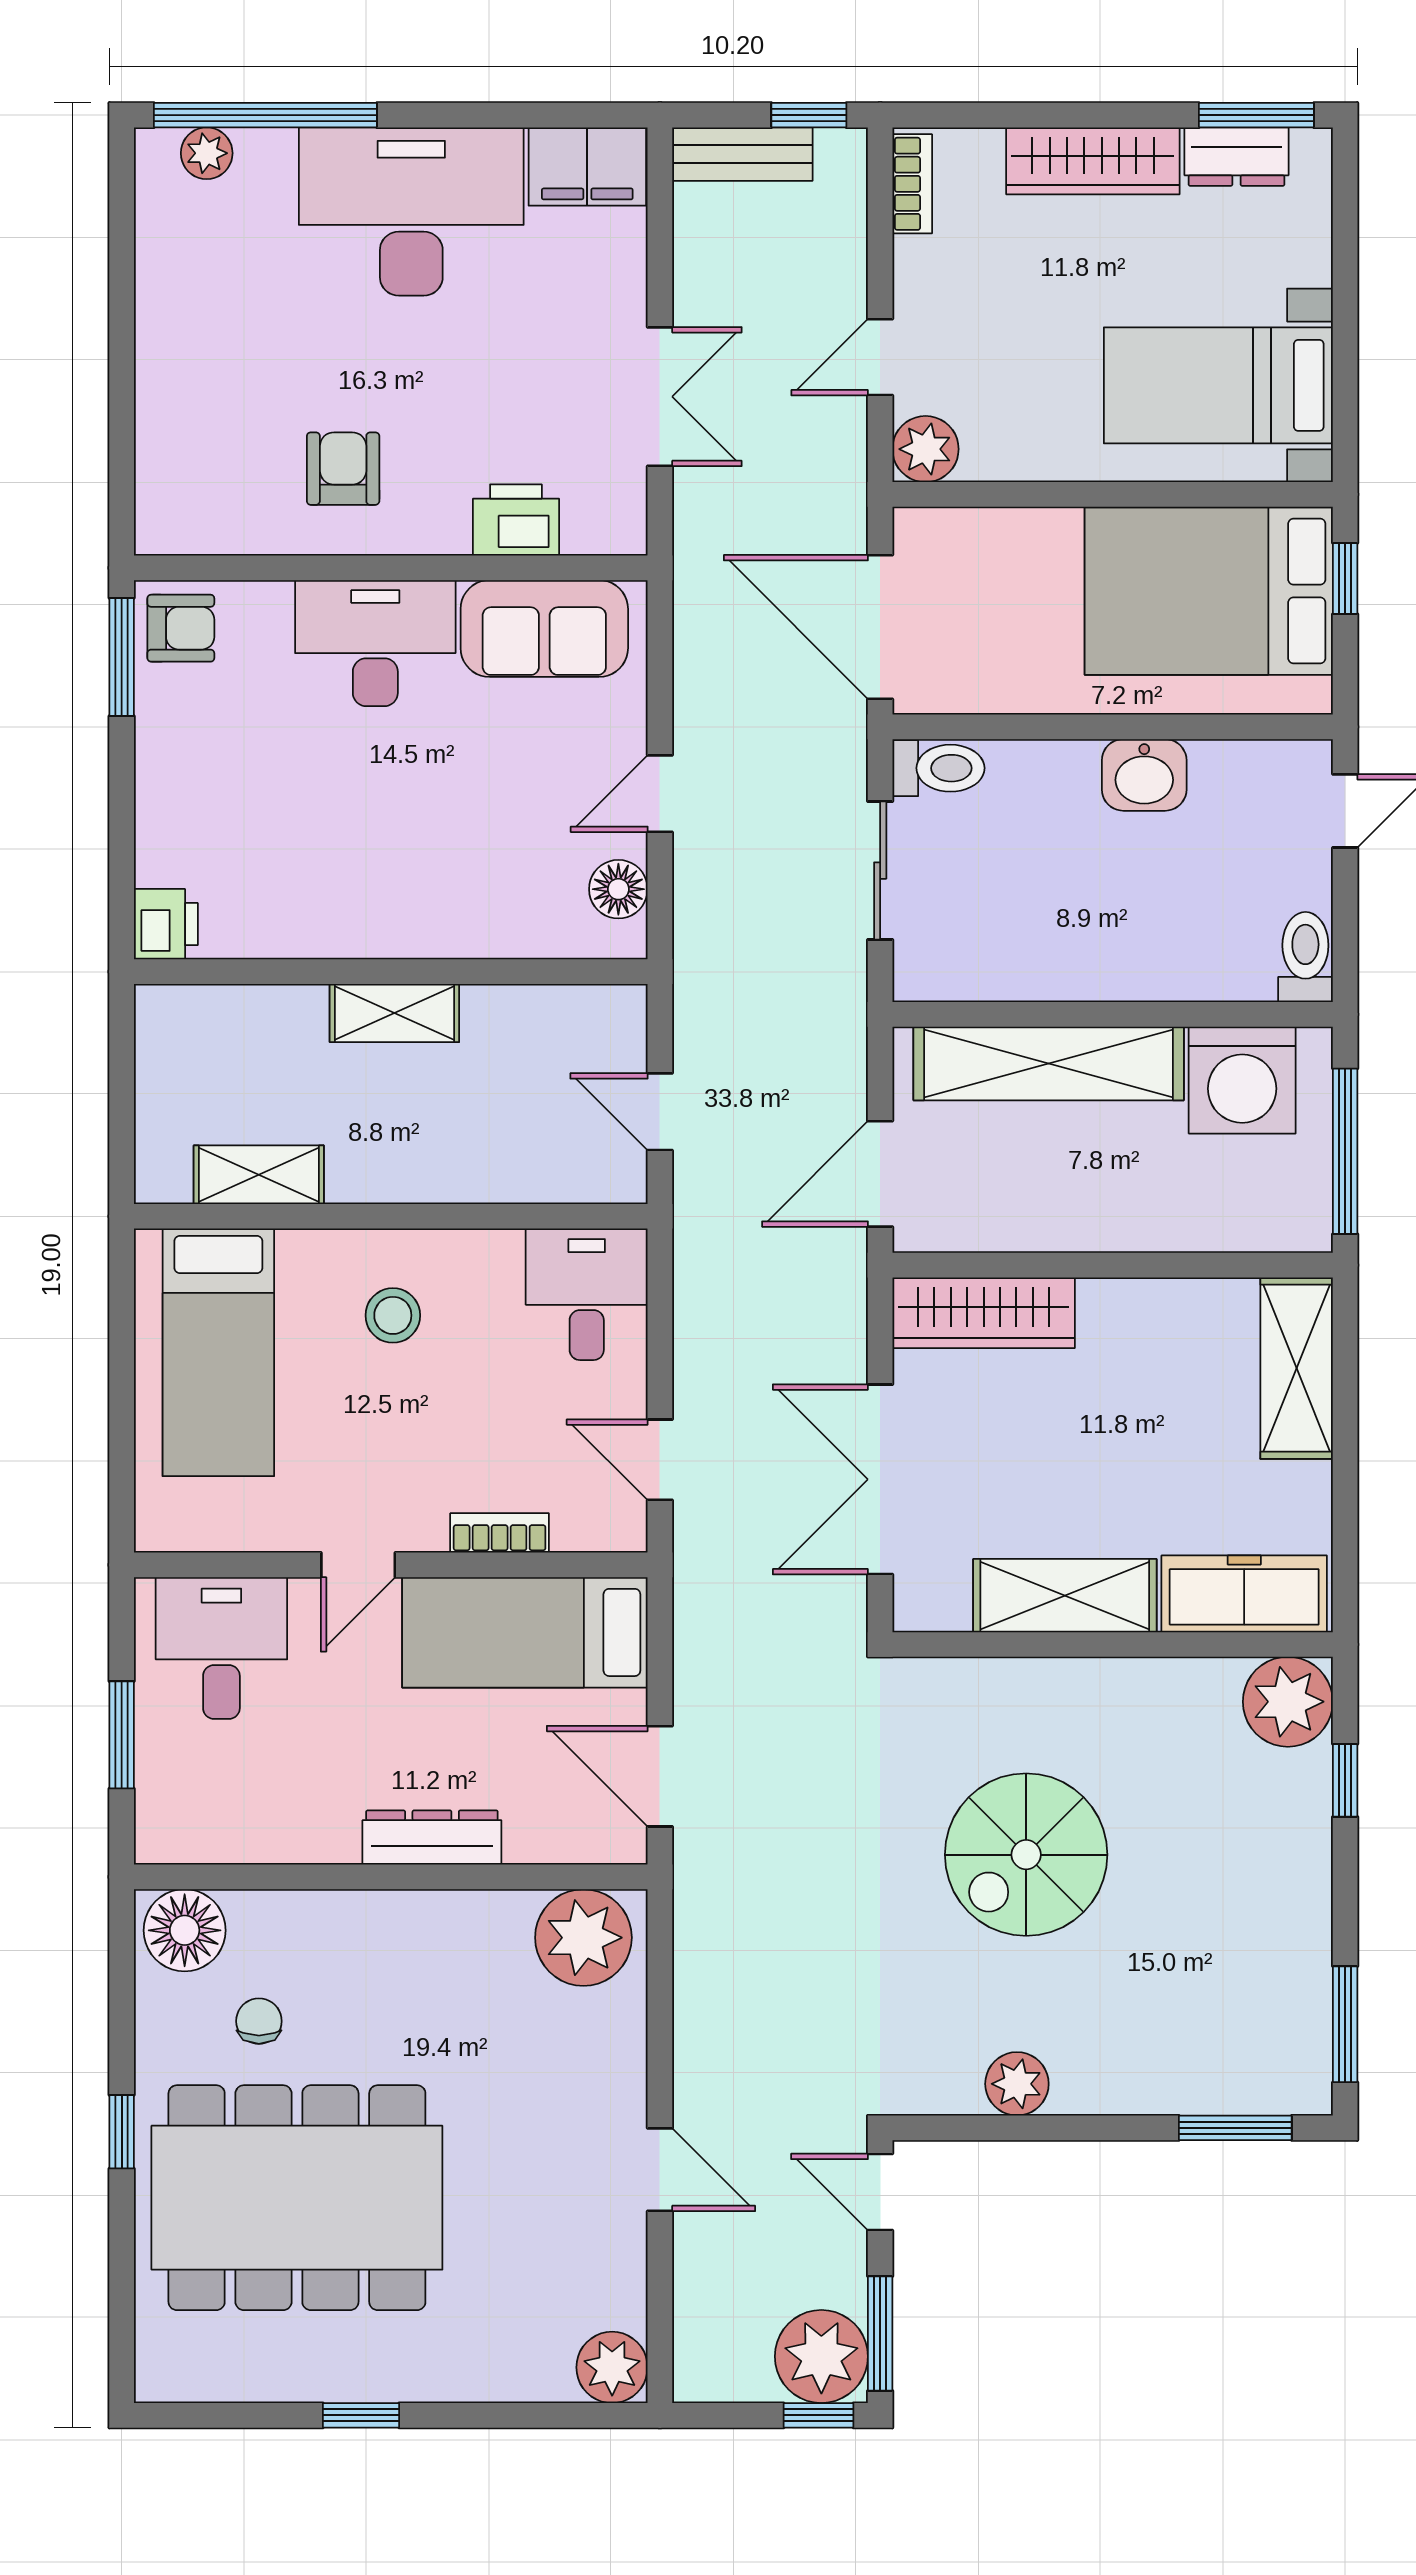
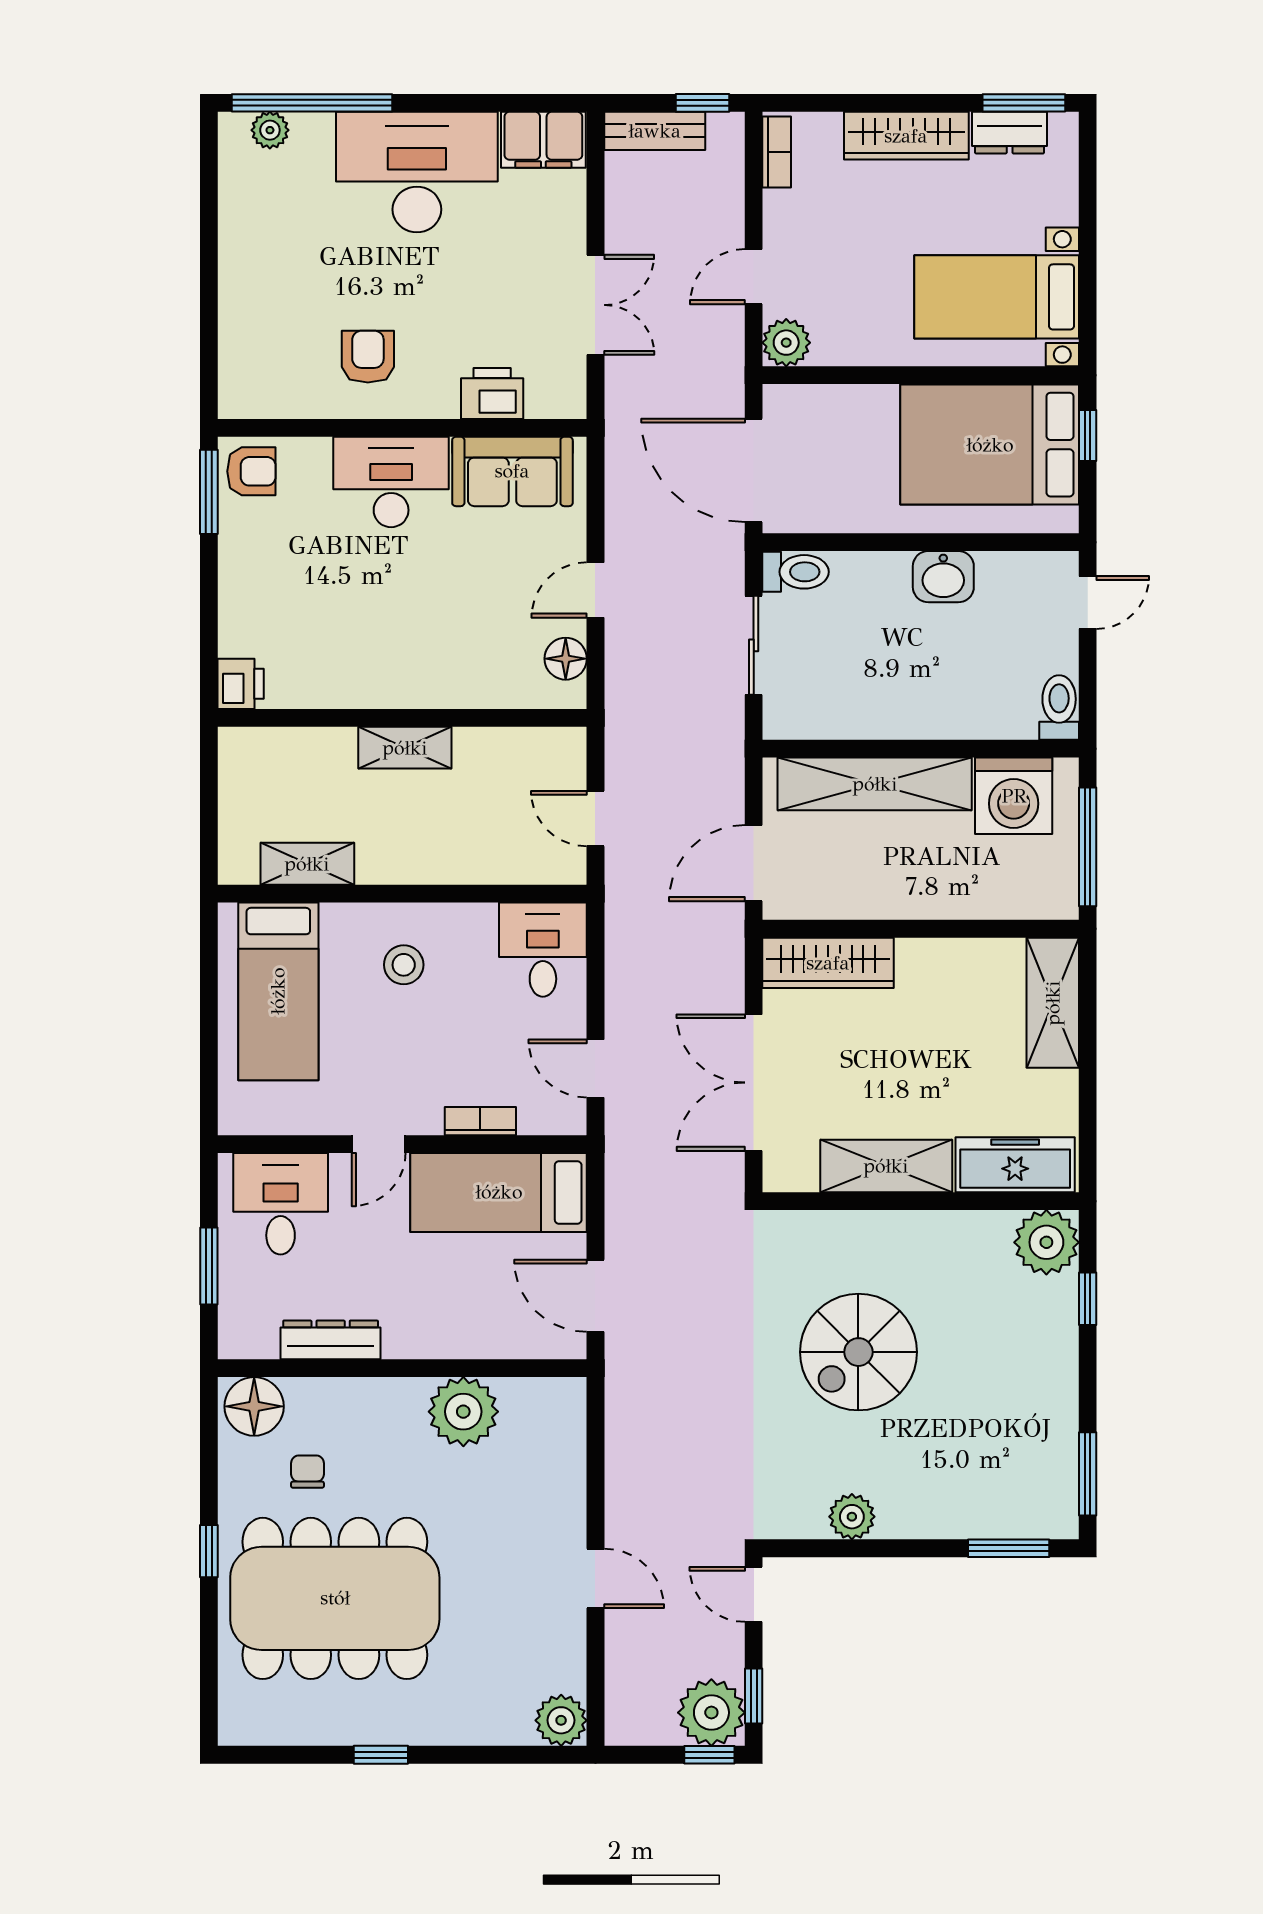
dresser: (432, 1838) -> (331, 1340), moved
plant: (583, 1938) -> (463, 1412), moved
window: (880, 2334) -> (754, 1696), width x0.67

